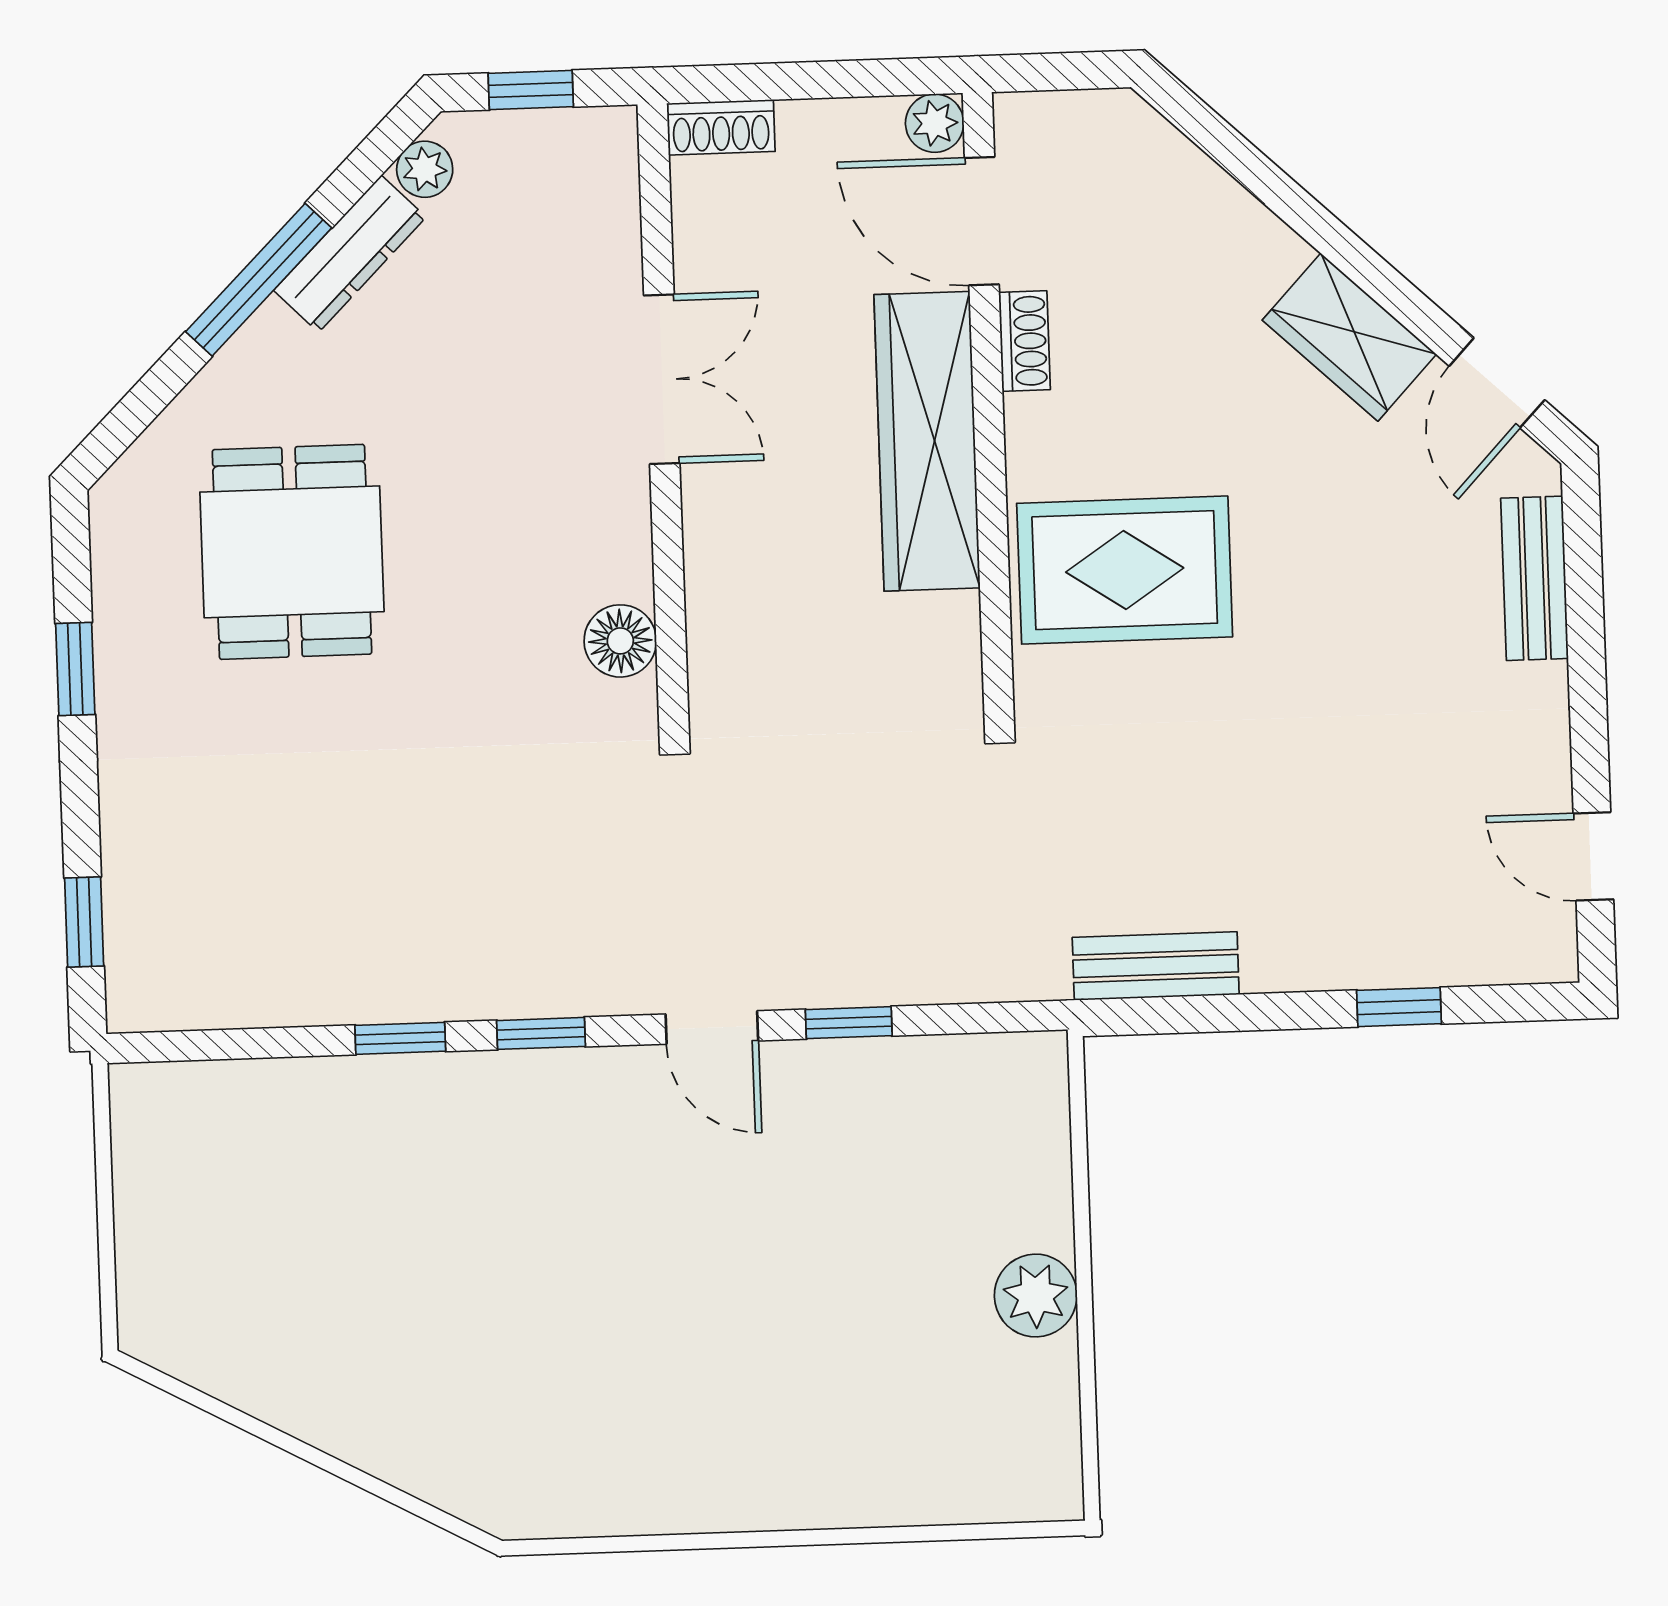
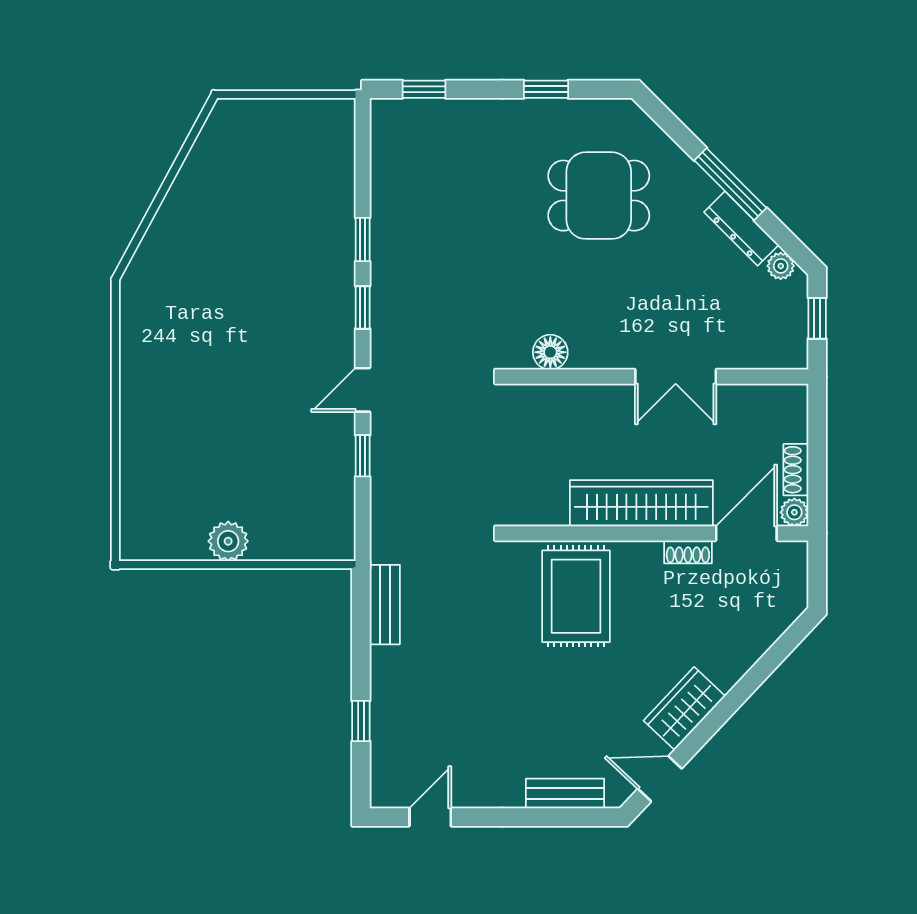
shoe rack: (721, 127) -> (796, 470), moved

